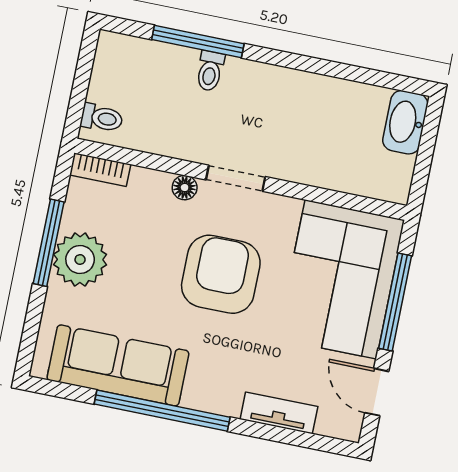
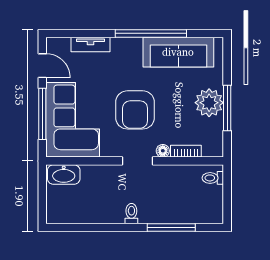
toilet: (210, 71) -> (131, 214), moved
washbasin: (405, 122) -> (64, 175), moved, turned 90
bookcase: (100, 170) -> (186, 151), moved

